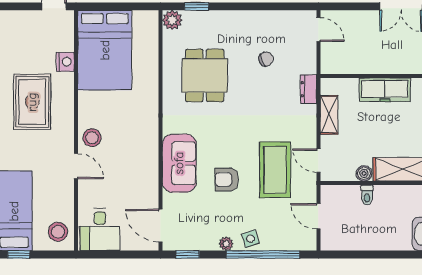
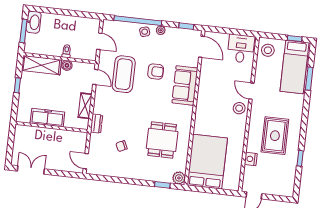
bed: (105, 50) -> (207, 162), moved

